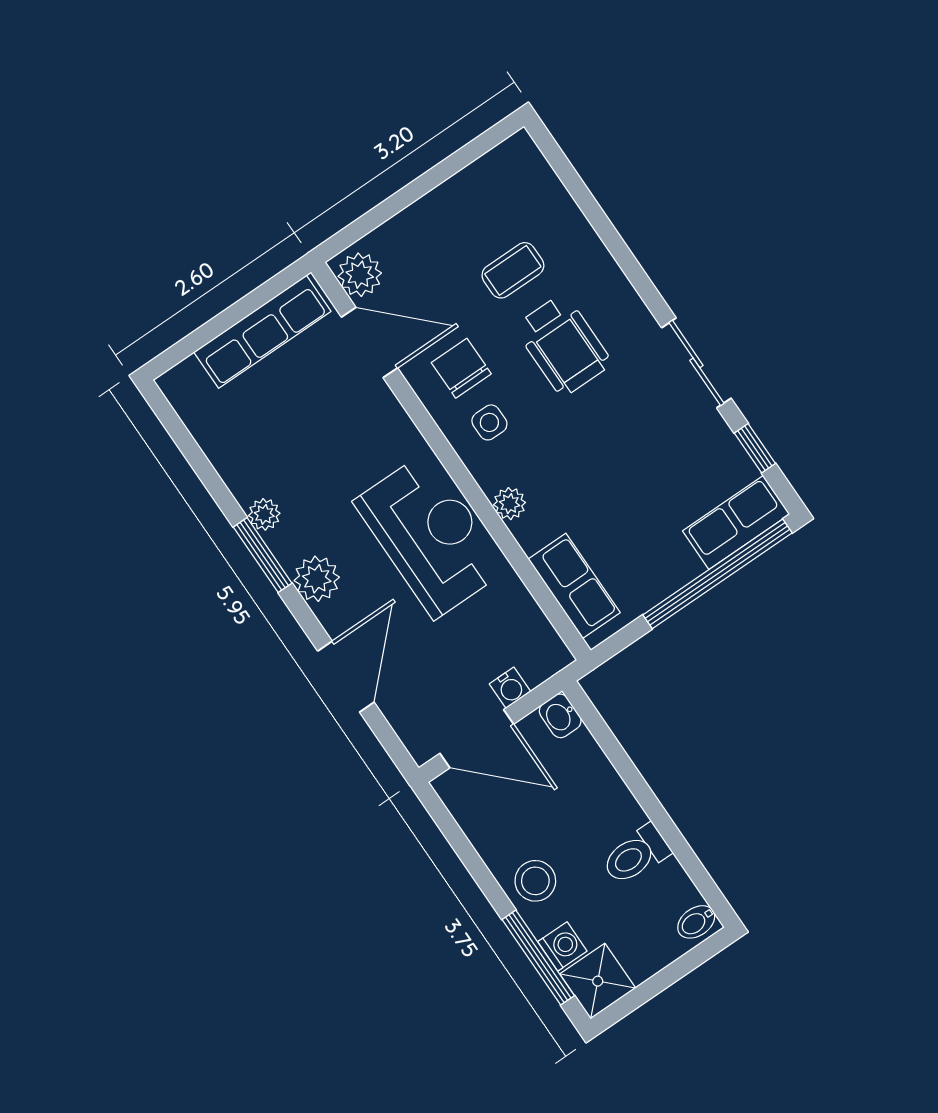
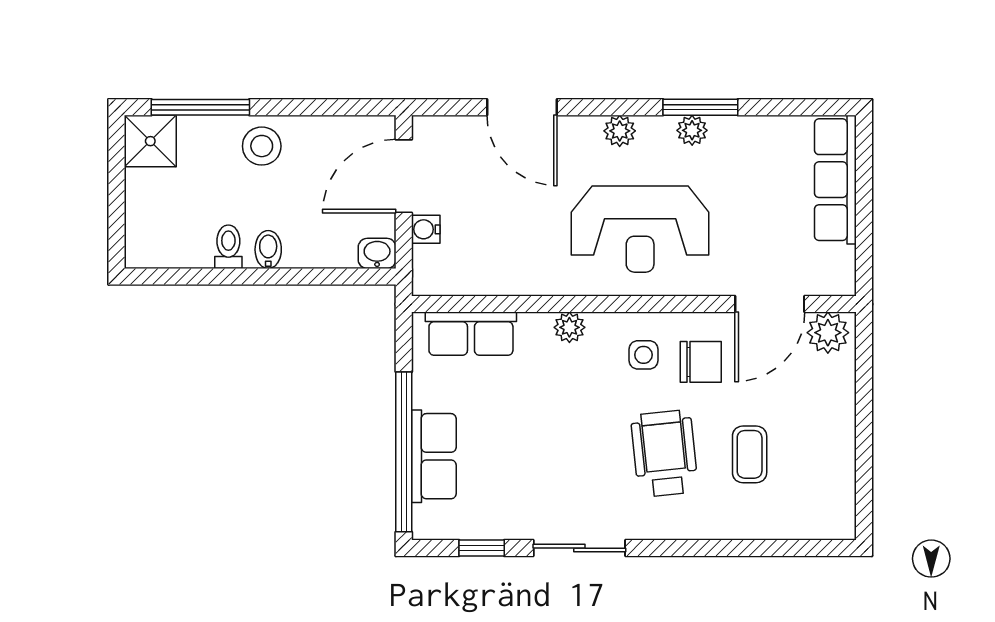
row of seats: (262, 332) -> (835, 180), moved
wheelchair: (563, 345) -> (664, 454), turned 84
row of seats: (736, 523) -> (434, 456), moved
reception desk: (430, 536) -> (640, 229), moved
window: (263, 555) -> (700, 107), moved
plant: (317, 579) -> (620, 131), width x0.73, depth x0.73
toilet: (636, 855) -> (228, 247), width x0.73, depth x0.72
bidet: (696, 922) -> (268, 250), moved
washing machine: (562, 946) -> (196, 132), removed

